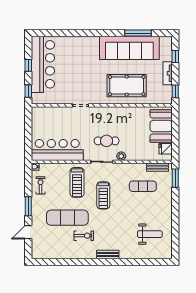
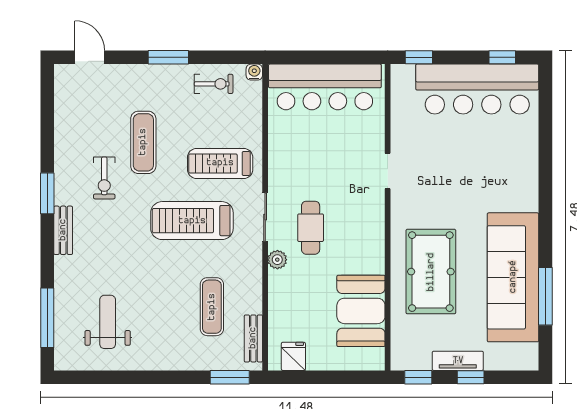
window: (175, 57) -> (471, 377), moved
window: (28, 65) -> (502, 57), moved
booth: (161, 126) -> (361, 311), moved, turned 90
bar counter: (57, 150) -> (325, 87), moved, turned 90
treadmill: (103, 195) -> (192, 221), width x1.37, depth x1.38
exercise mat: (67, 218) -> (143, 142), width x0.73, depth x0.69
door: (28, 232) -> (90, 57), moved
weight bench: (150, 234) -> (108, 322), turned 180
window: (91, 262) -> (47, 193), added
window: (148, 262) -> (47, 318), added

